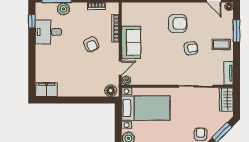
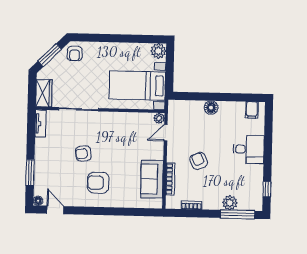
desk: (48, 32) -> (249, 149), moved
sofa: (131, 42) -> (152, 179), moved
coffee table: (221, 45) -> (48, 157), removed
filing cabinet: (47, 89) -> (252, 110), width x0.50
floor lamp: (111, 91) -> (211, 108), moved

